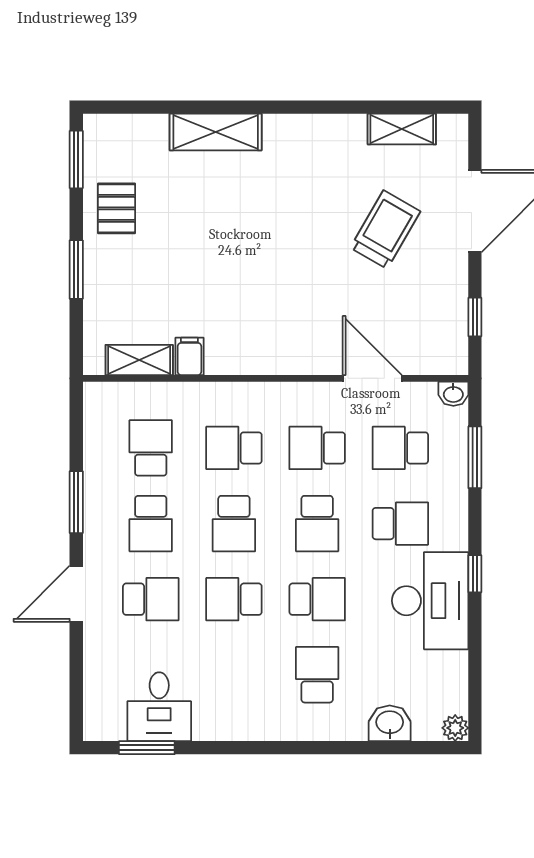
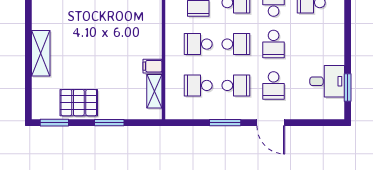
pallet: (116, 208) -> (79, 103), width x1.50, depth x1.42
school desk: (234, 448) -> (198, 44), turned 90
school desk: (151, 599) -> (274, 85), turned 180

